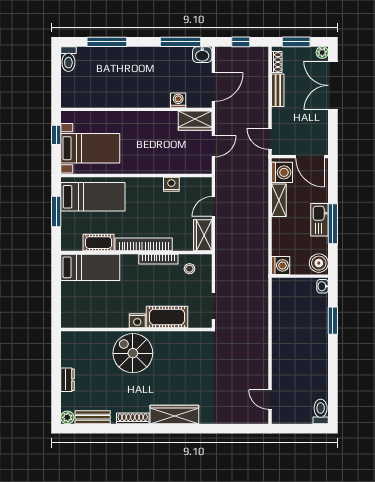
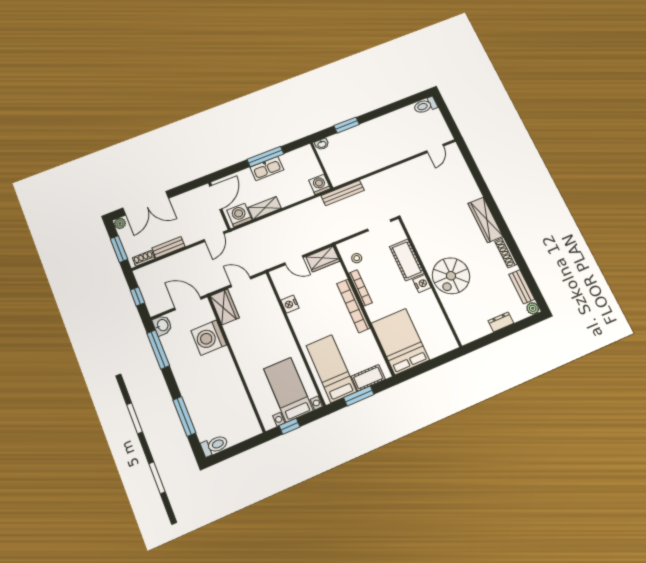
washing machine: (178, 100) -> (209, 338), width x1.89, depth x1.89
cot: (99, 243) -> (368, 378), moved, turned 90
boiler: (319, 263) -> (304, 155), removed
bed: (90, 267) -> (400, 341), width x1.50
bench: (262, 284) -> (343, 193), added

